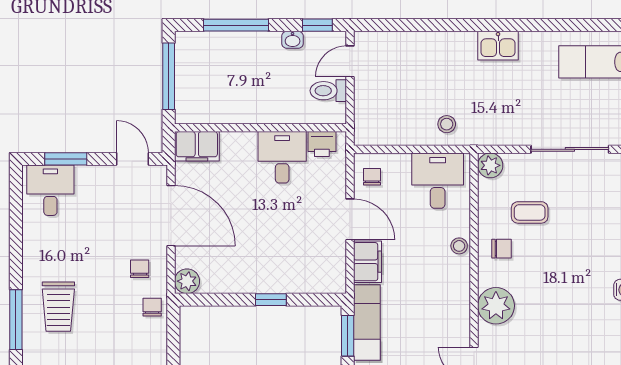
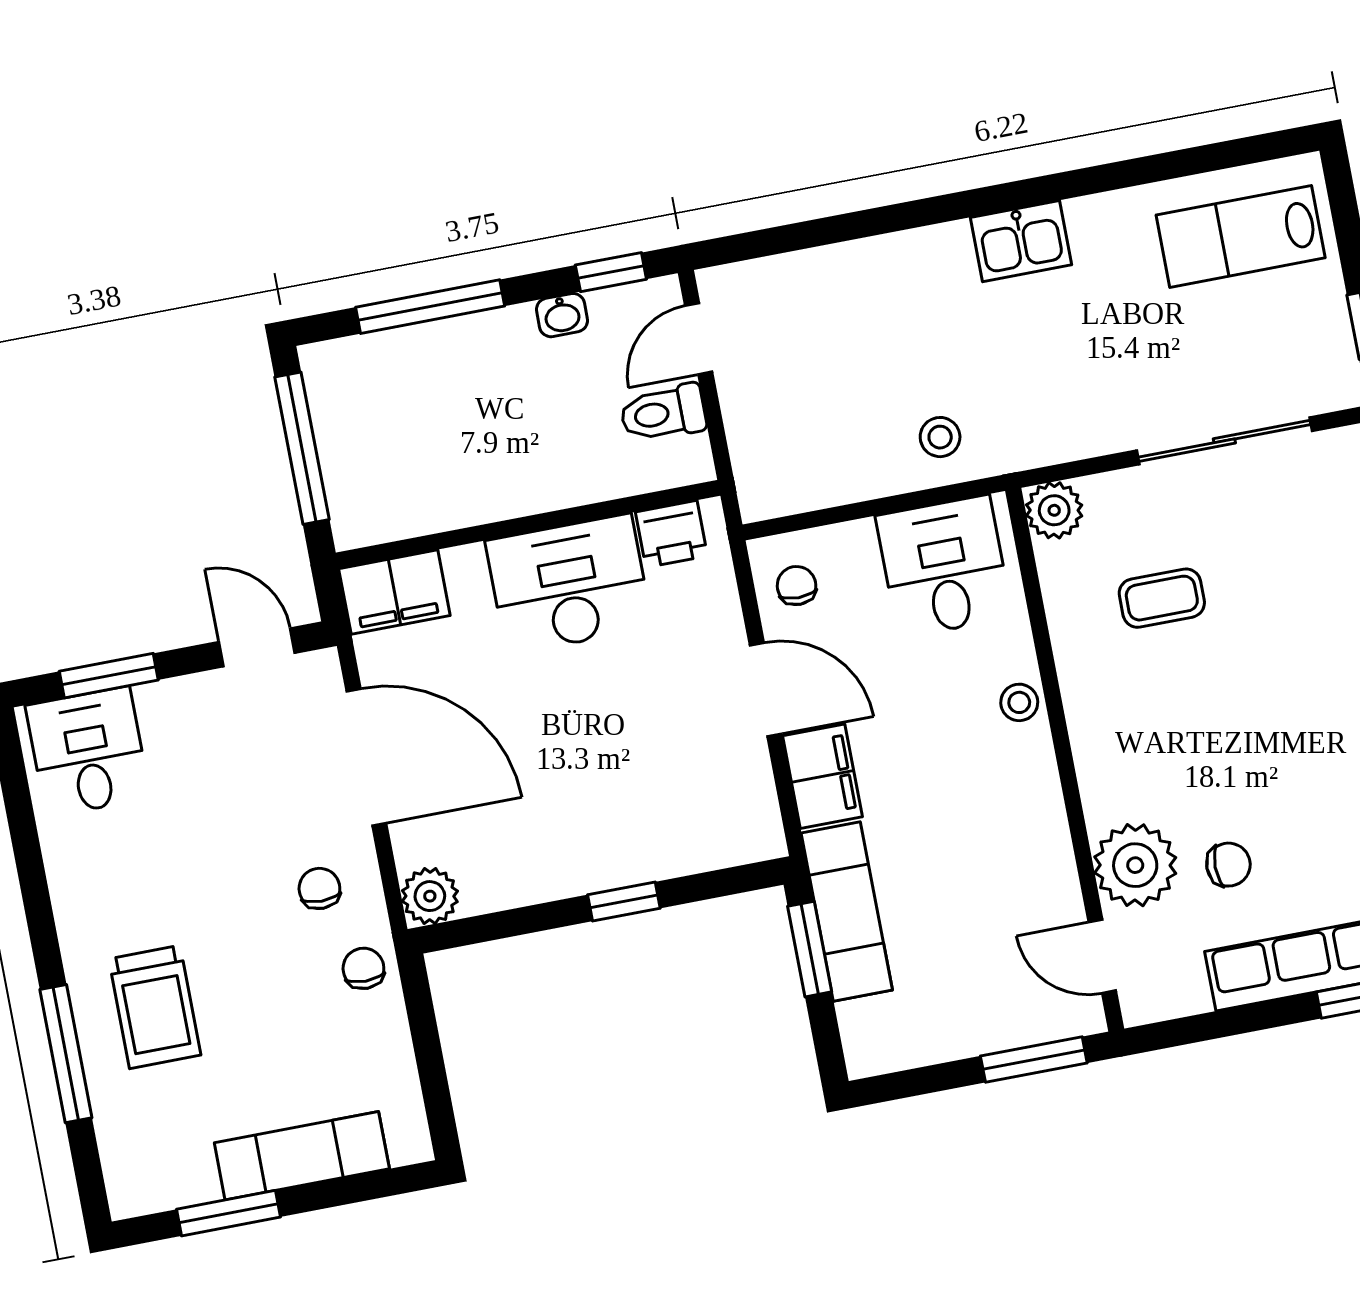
desk: (282, 157) -> (569, 584), width x1.37
chair: (502, 249) -> (1228, 865), moved
plant: (496, 306) -> (1135, 865), moved

